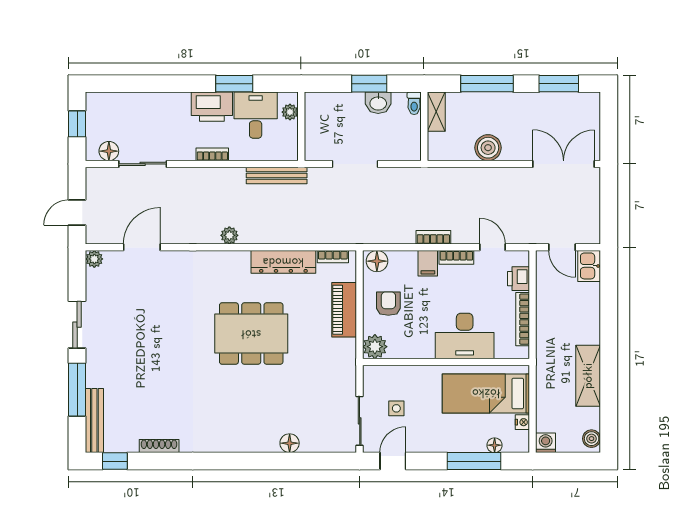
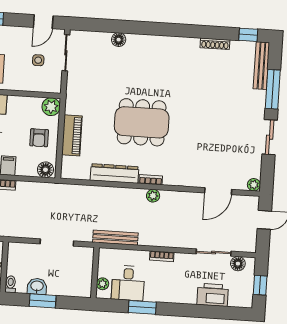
printer: (212, 107) -> (213, 295), moved
bookcase: (333, 257) -> (151, 180), moved

